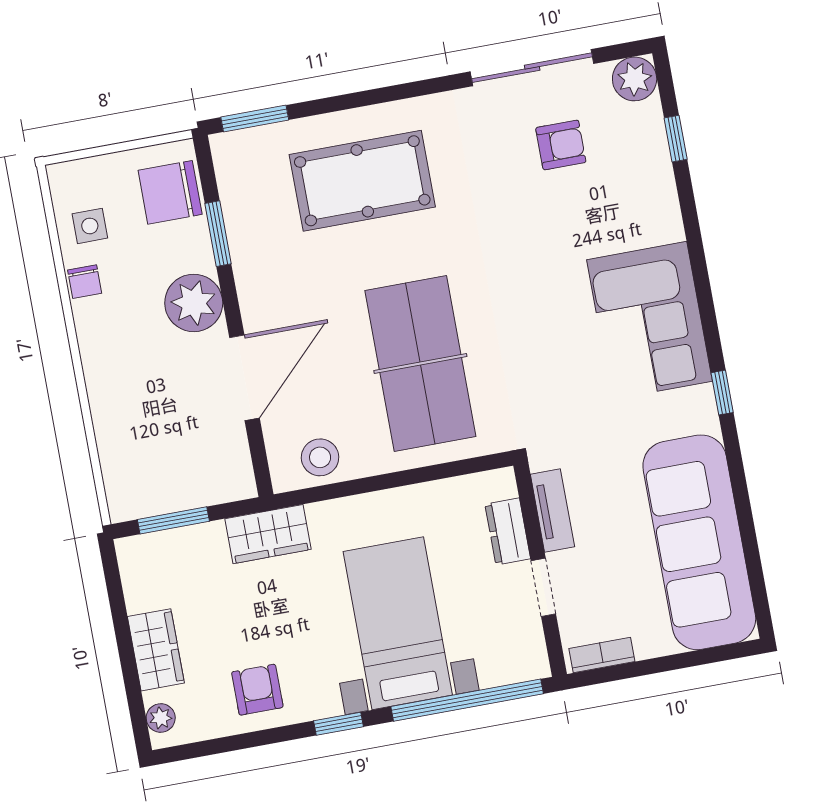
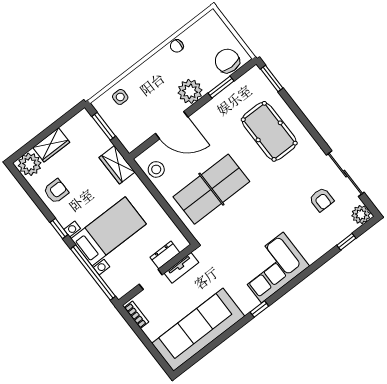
side table: (90, 226) -> (120, 97), moved
plant: (161, 718) -> (30, 164), width x1.87, depth x1.87

